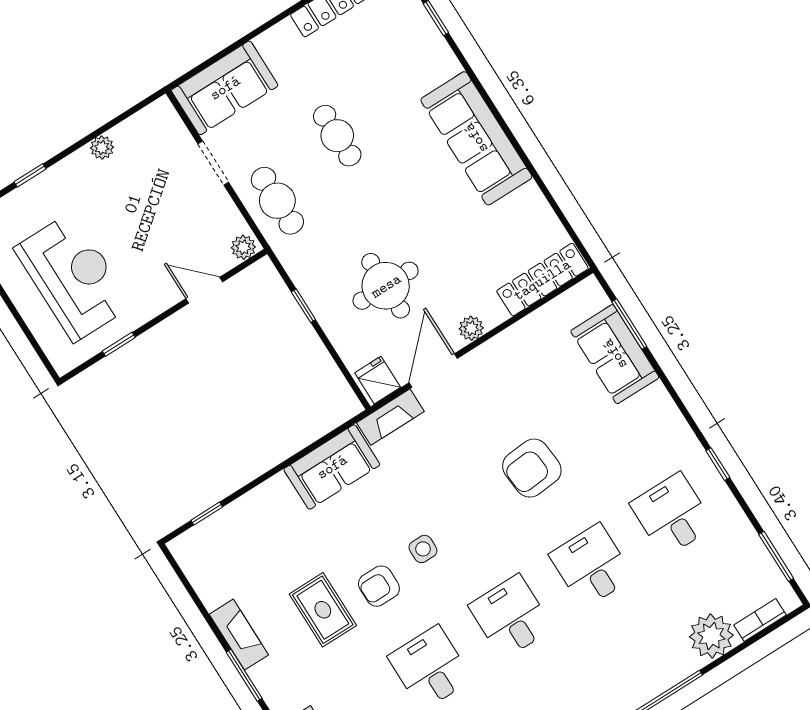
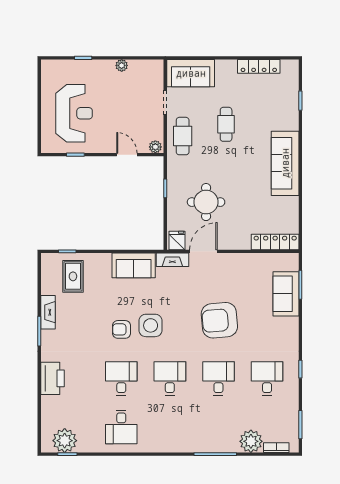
plant: (471, 328) -> (231, 244), removed
armchair: (532, 468) -> (219, 320), width x1.36, depth x1.36
side table: (423, 549) -> (151, 325), width x1.87, depth x1.87
rug: (323, 610) -> (73, 276), moved

